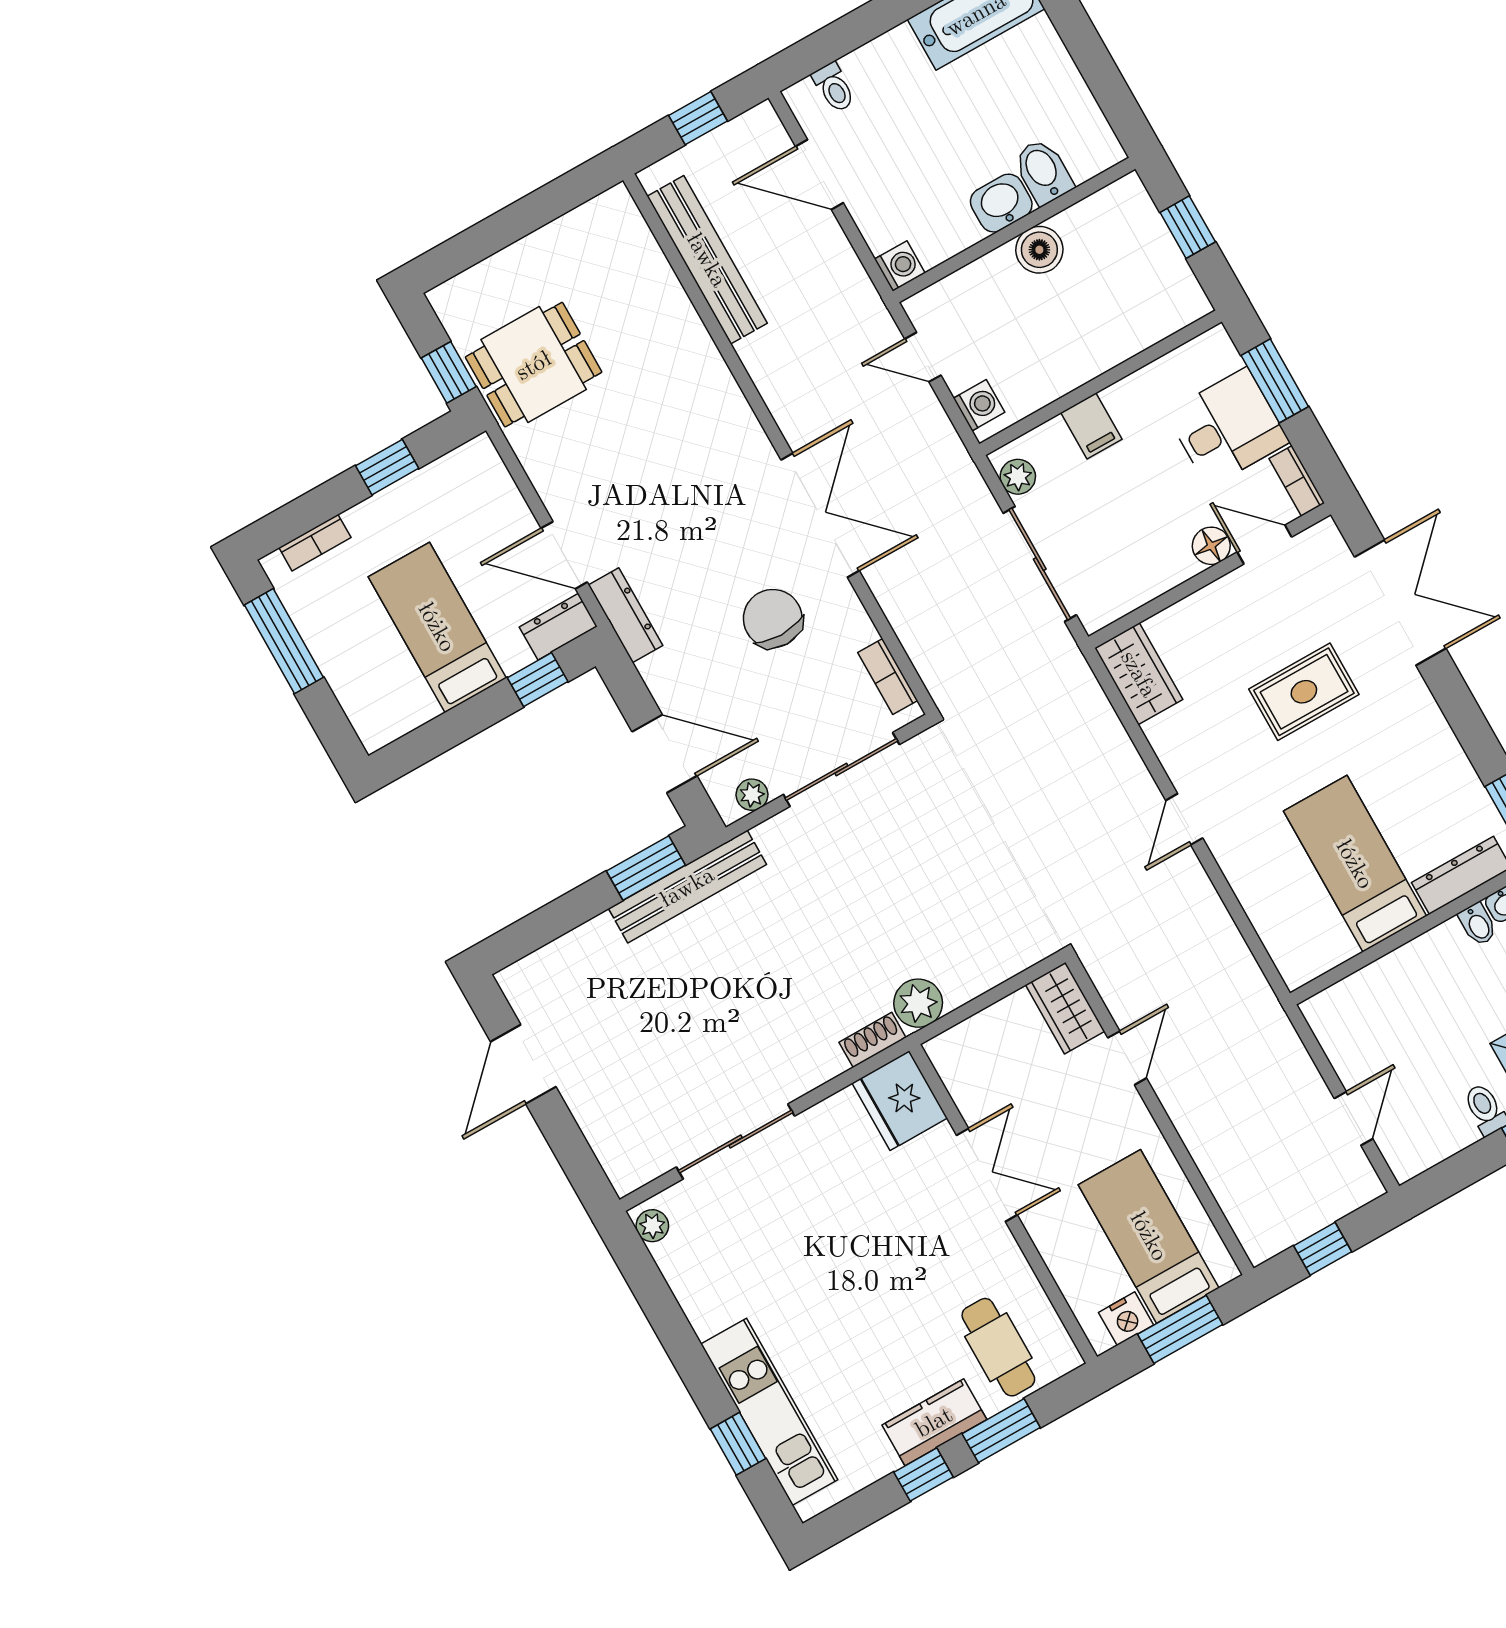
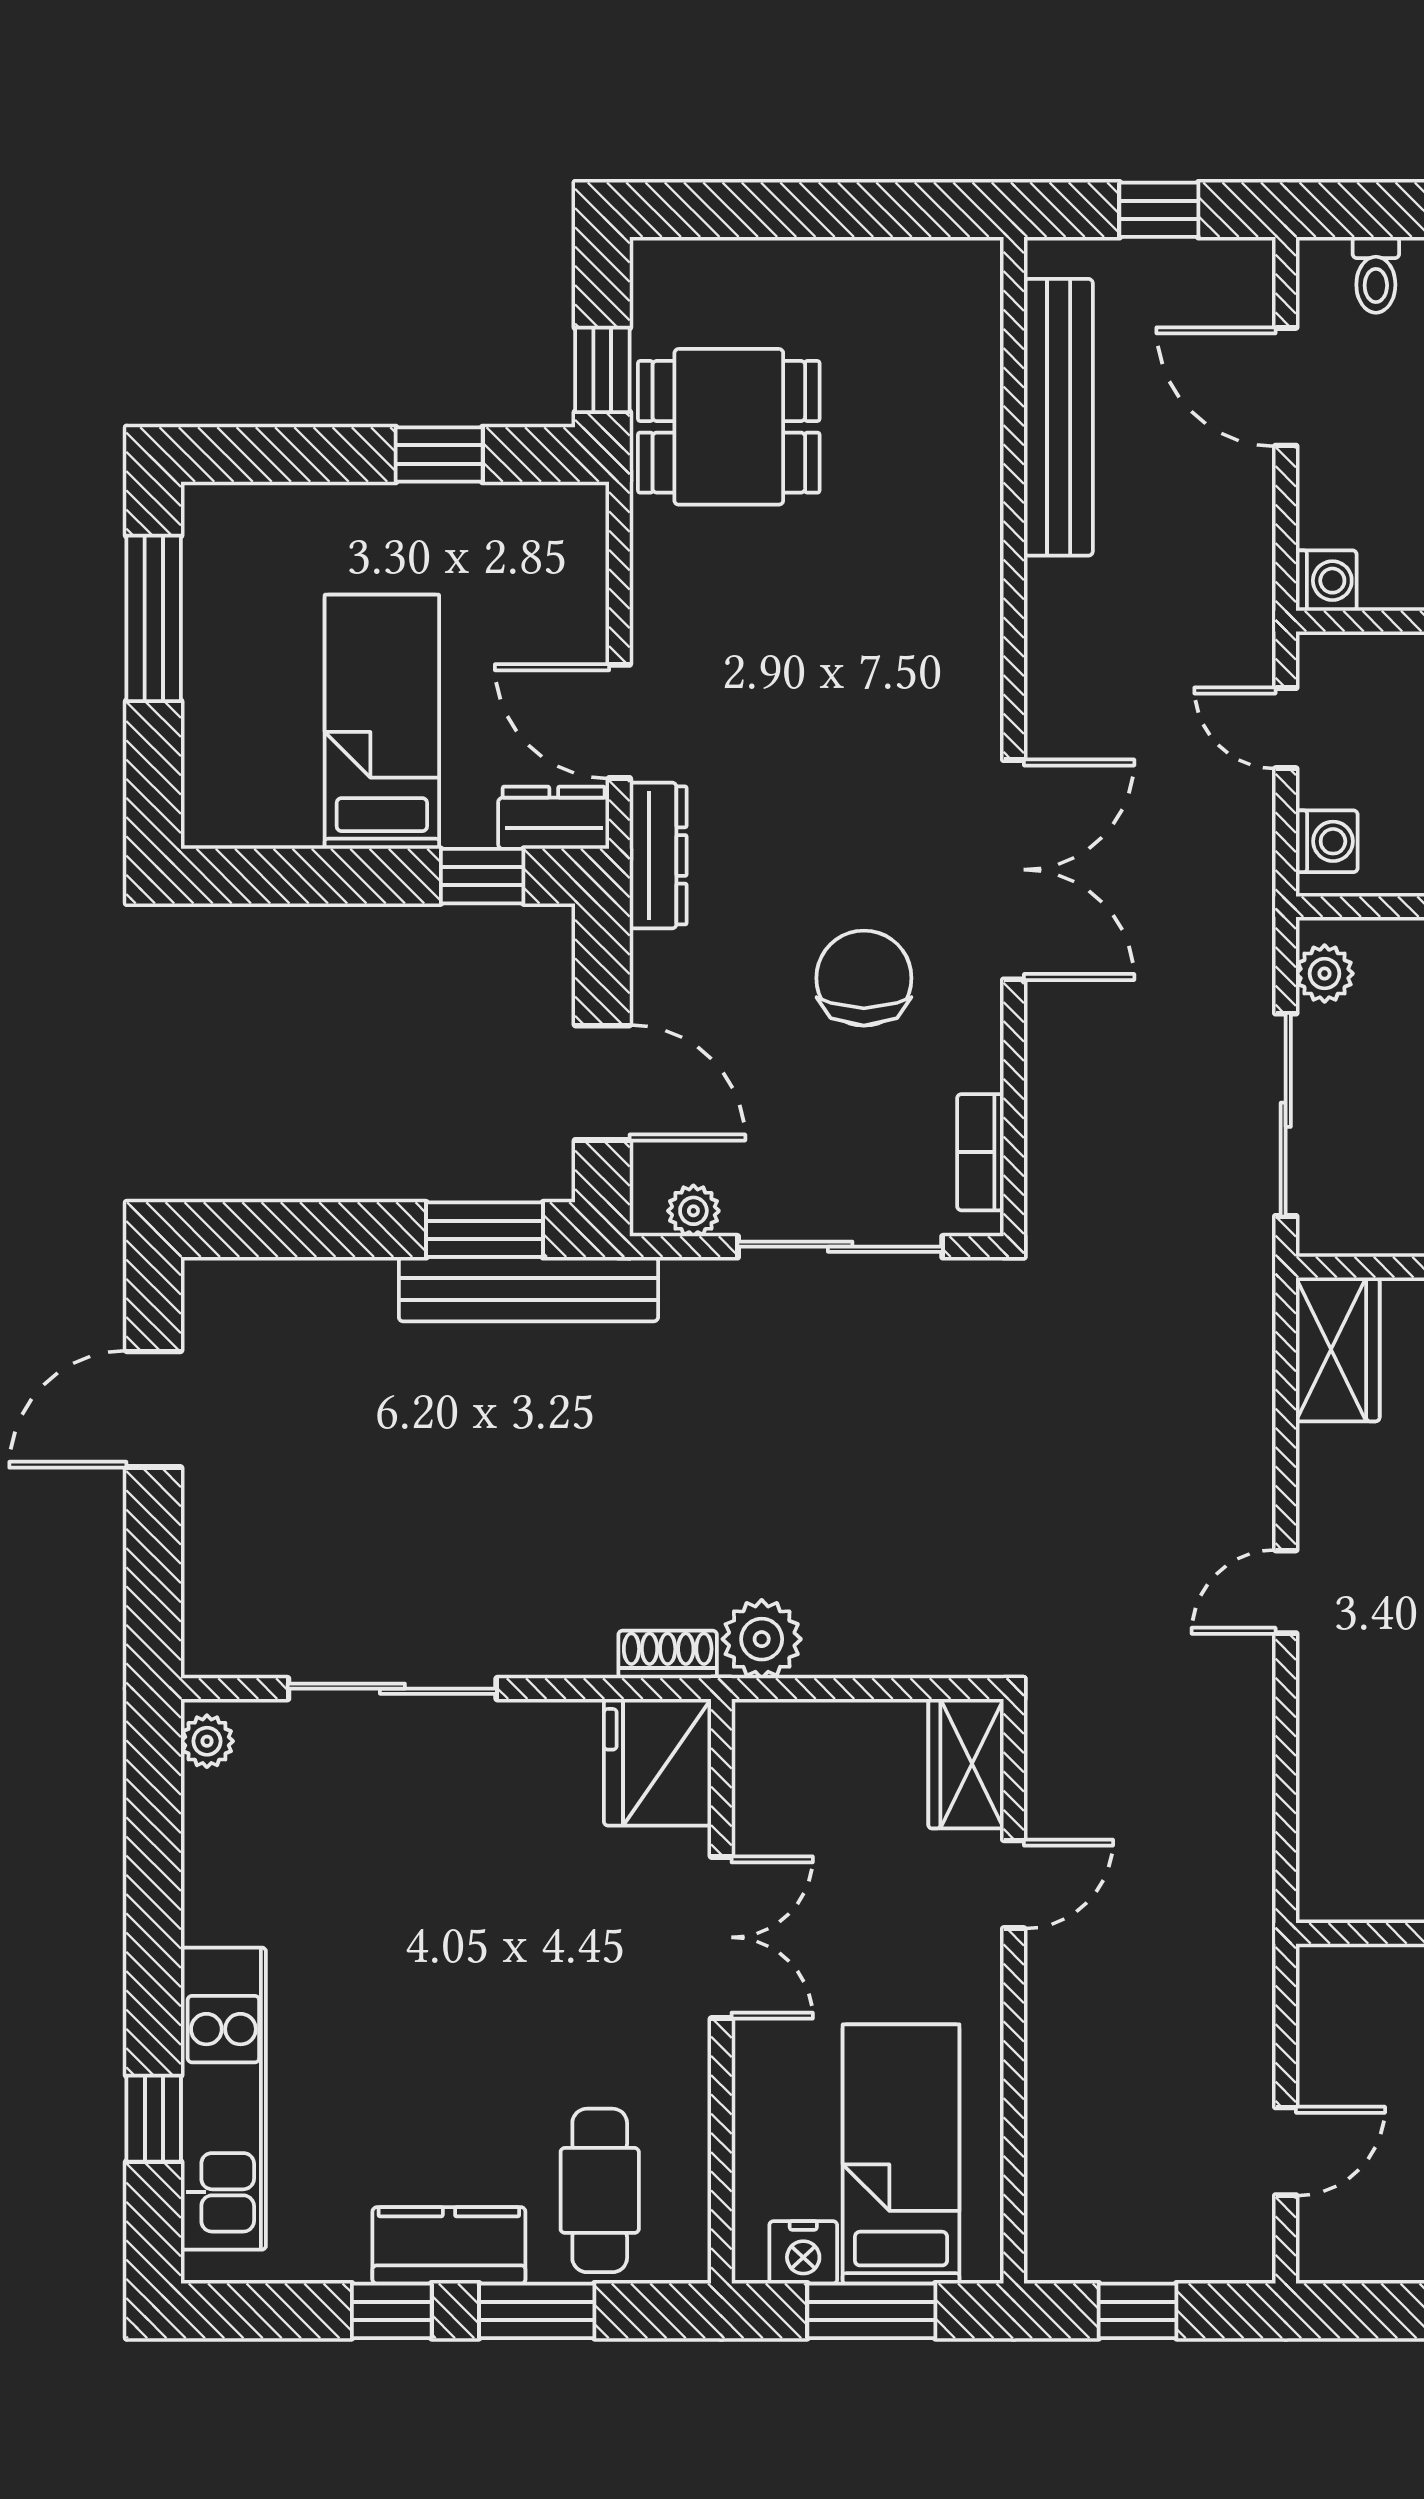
bookcase: (315, 543) -> (277, 504), removed

